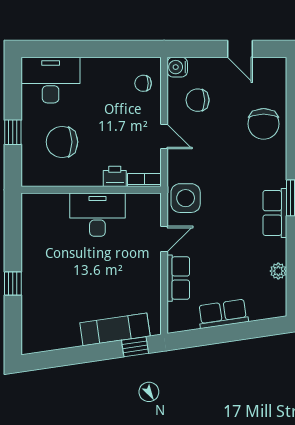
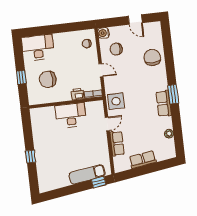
chair: (264, 124) -> (152, 57), turned 180

